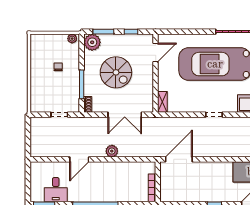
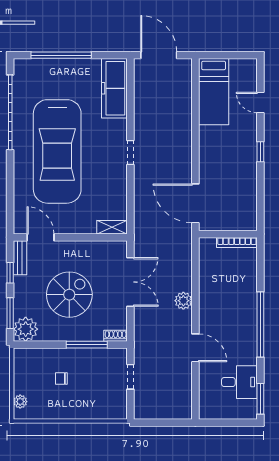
bench: (141, 38) -> (20, 258), added
plant: (72, 39) -> (20, 402), moved

